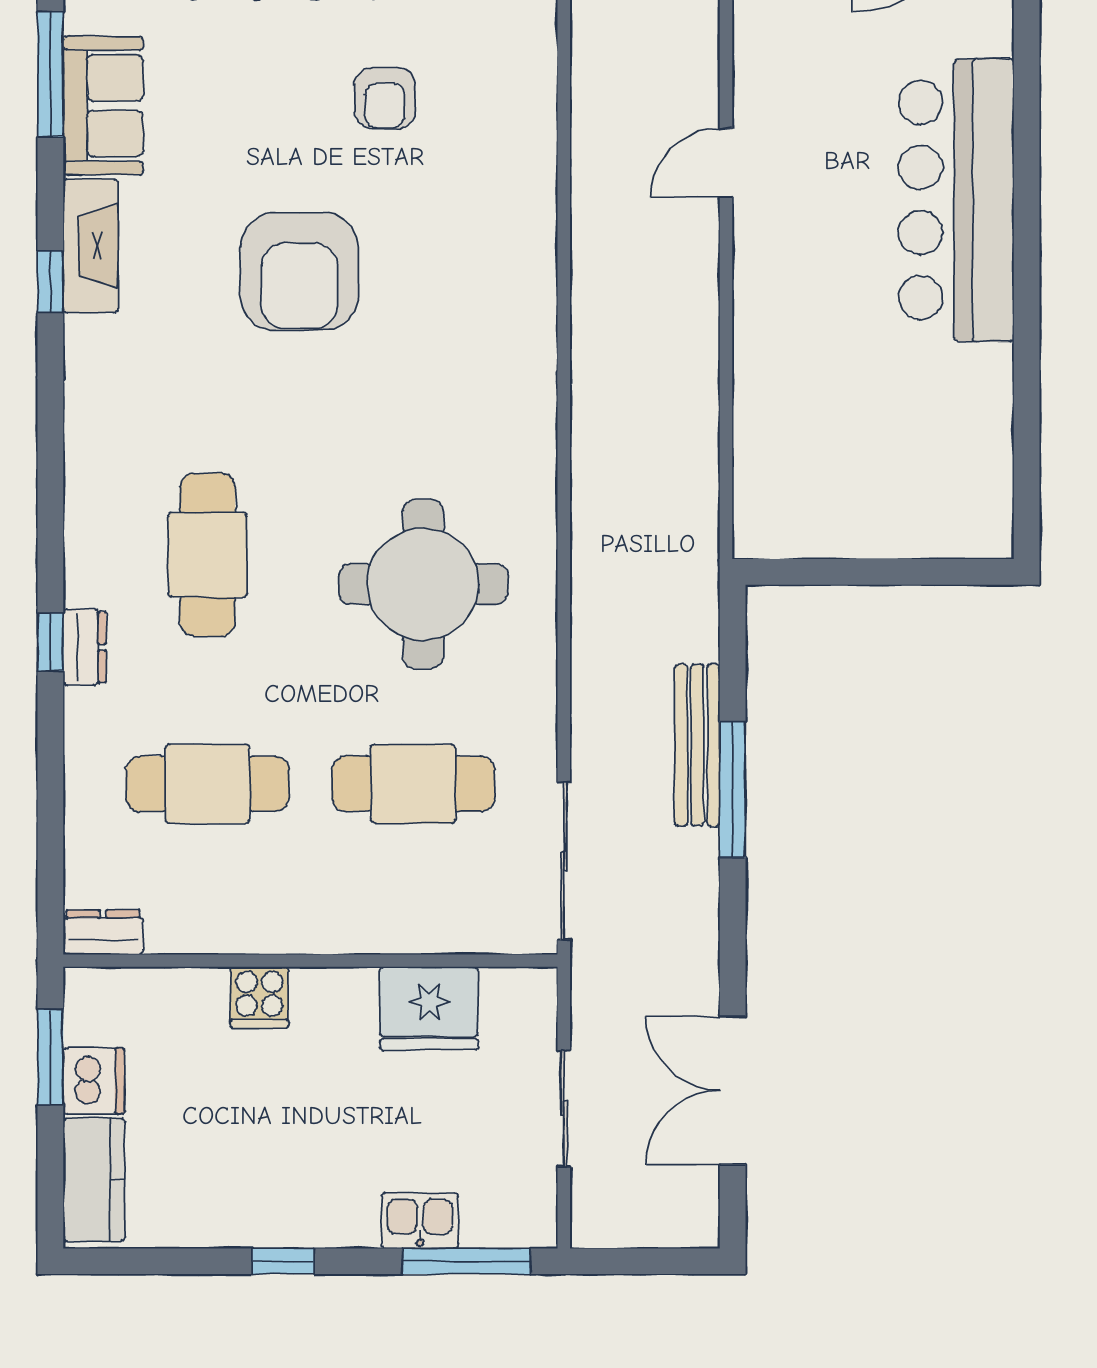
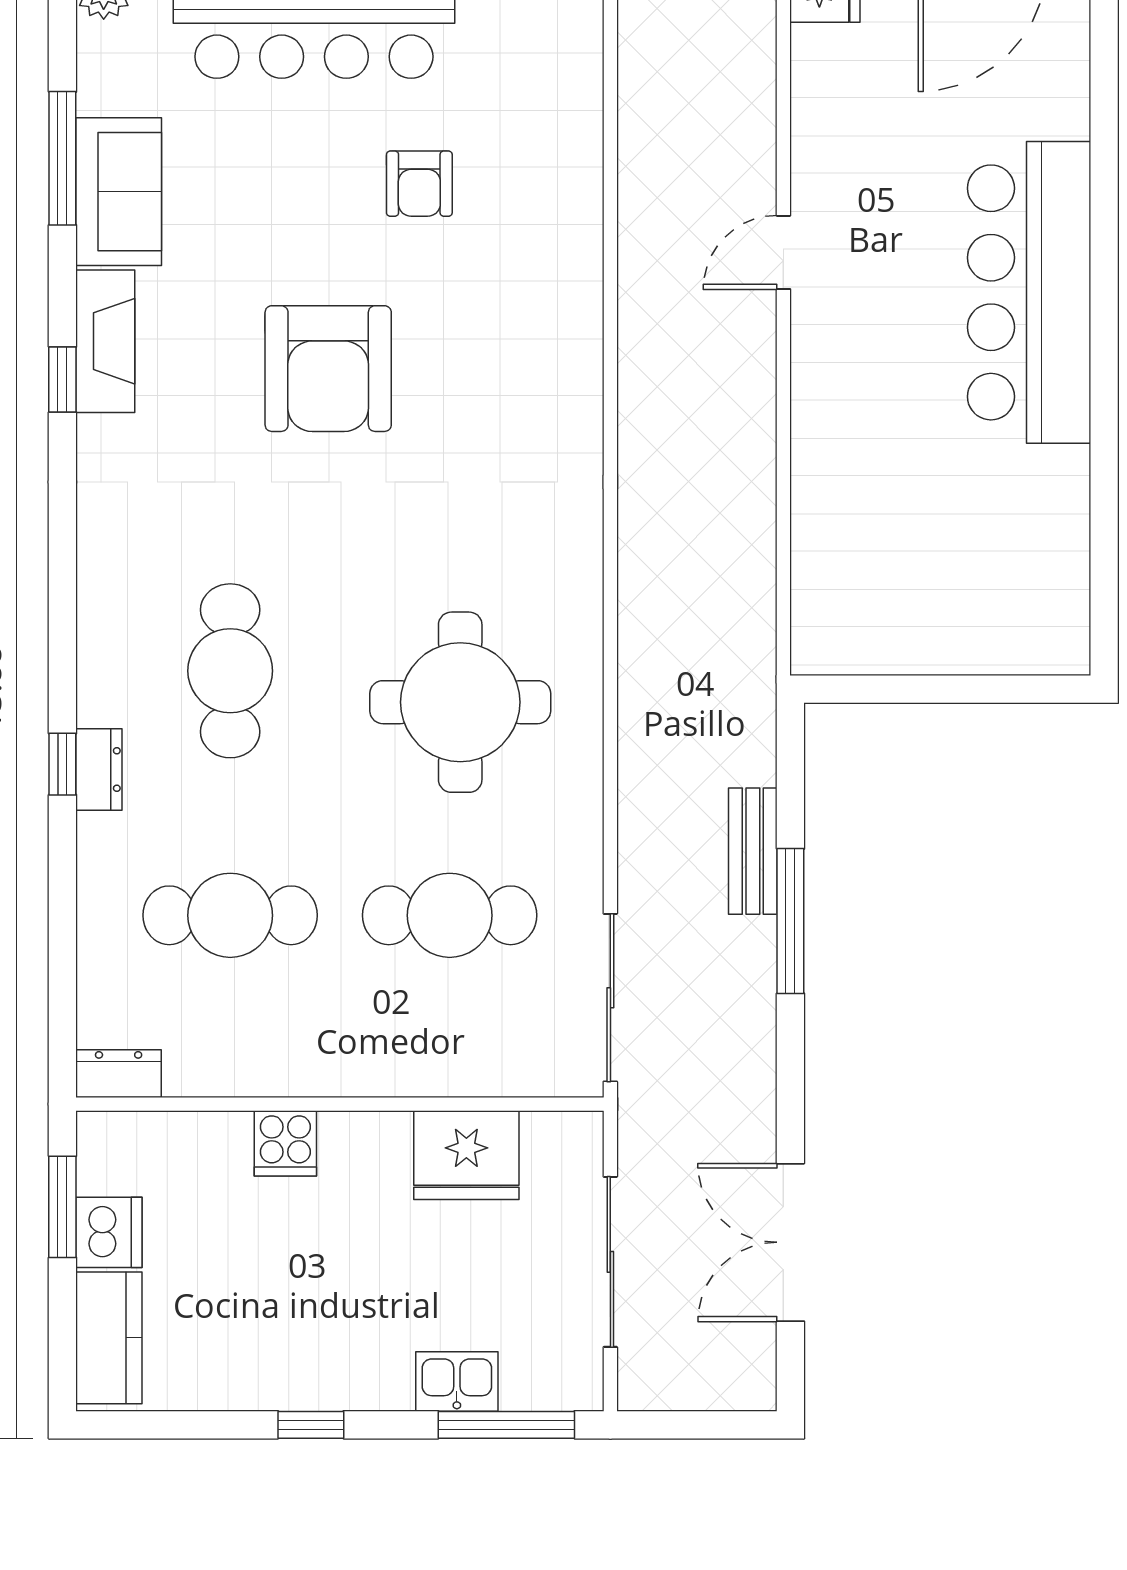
bench: (697, 745) -> (753, 851), width x0.73
sliding door: (564, 1109) -> (610, 1262), width x1.37

